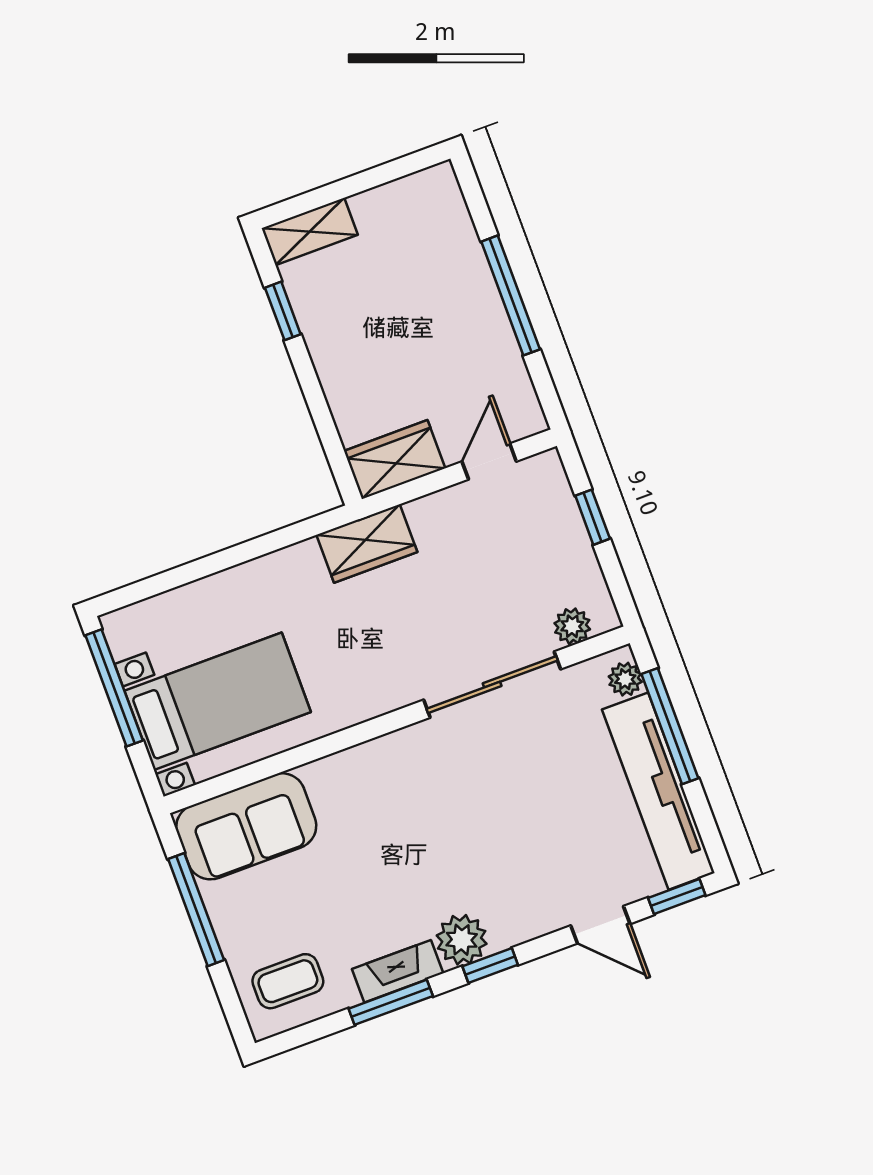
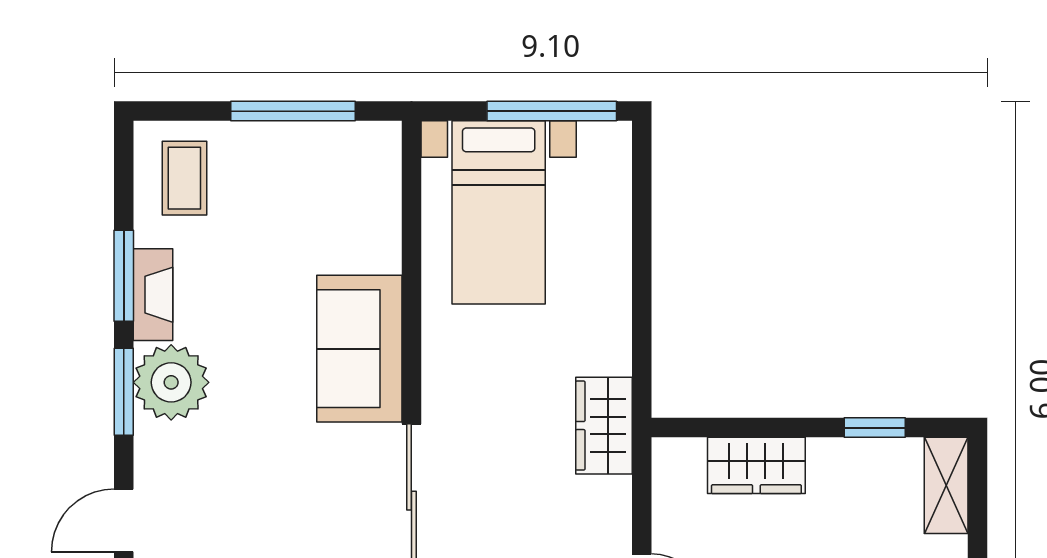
wardrobe: (395, 460) -> (756, 465), moved, turned 90
sofa: (246, 826) -> (359, 349), moved
plant: (462, 940) -> (171, 382), width x1.36, depth x1.36
window: (490, 966) -> (124, 392), width x1.50

